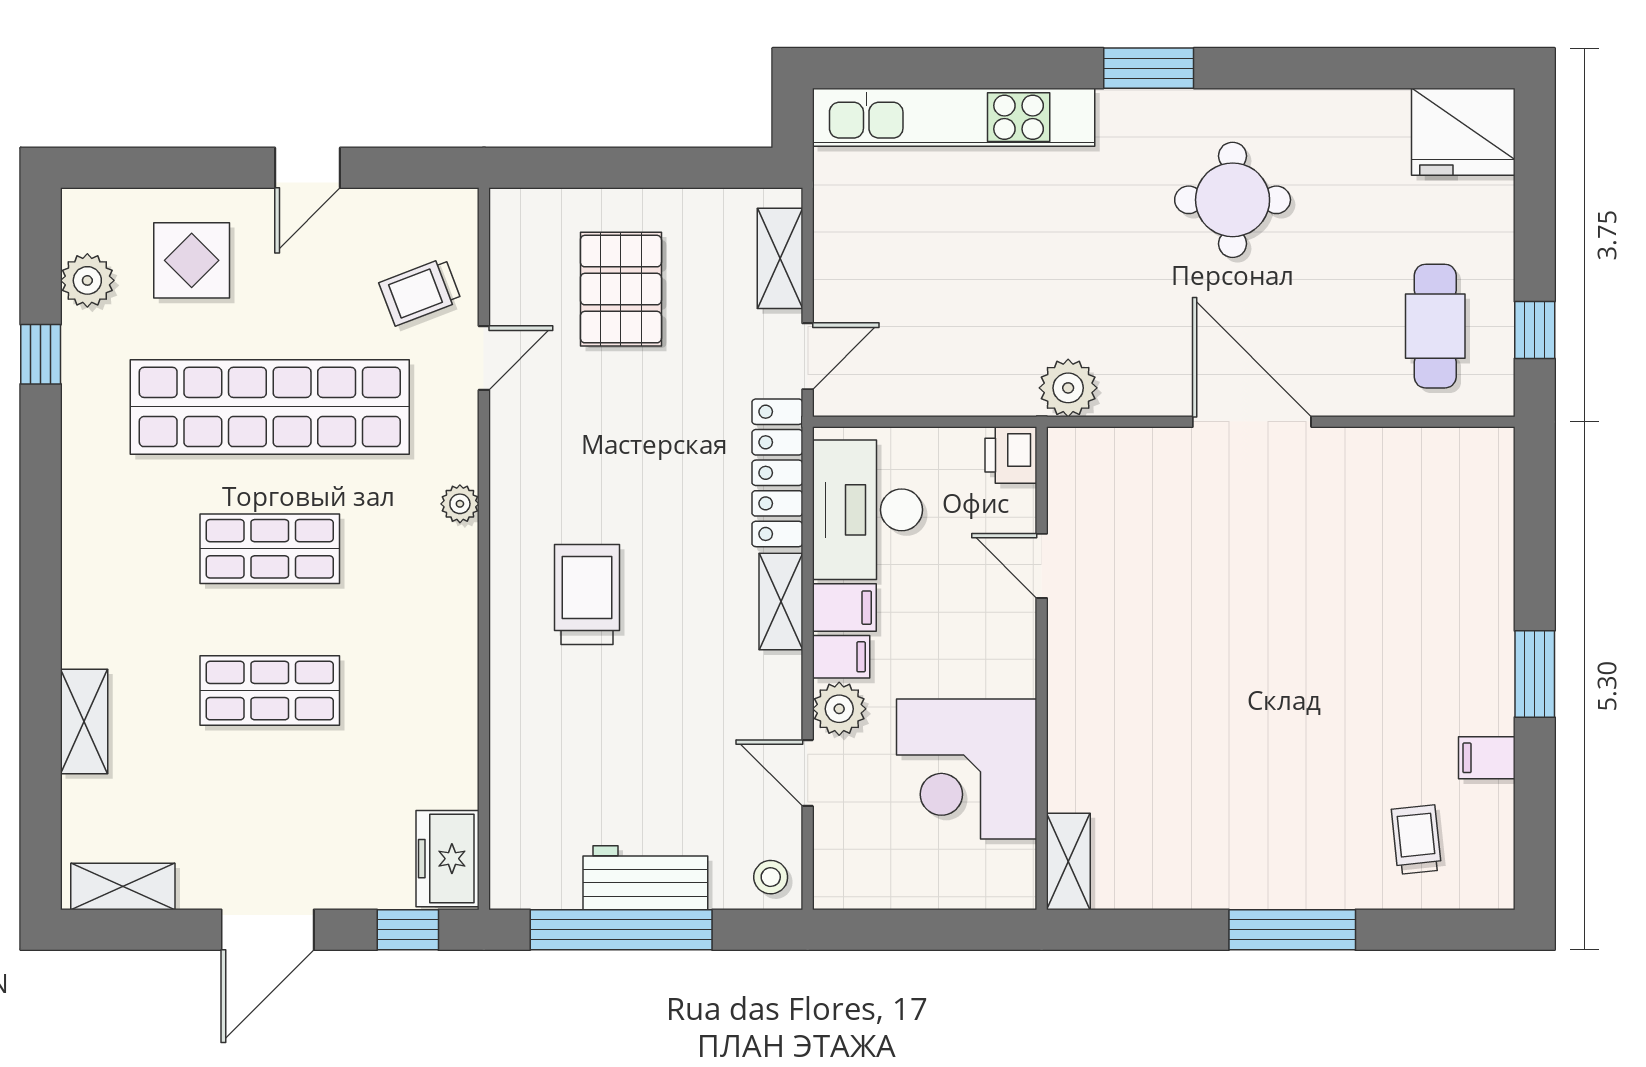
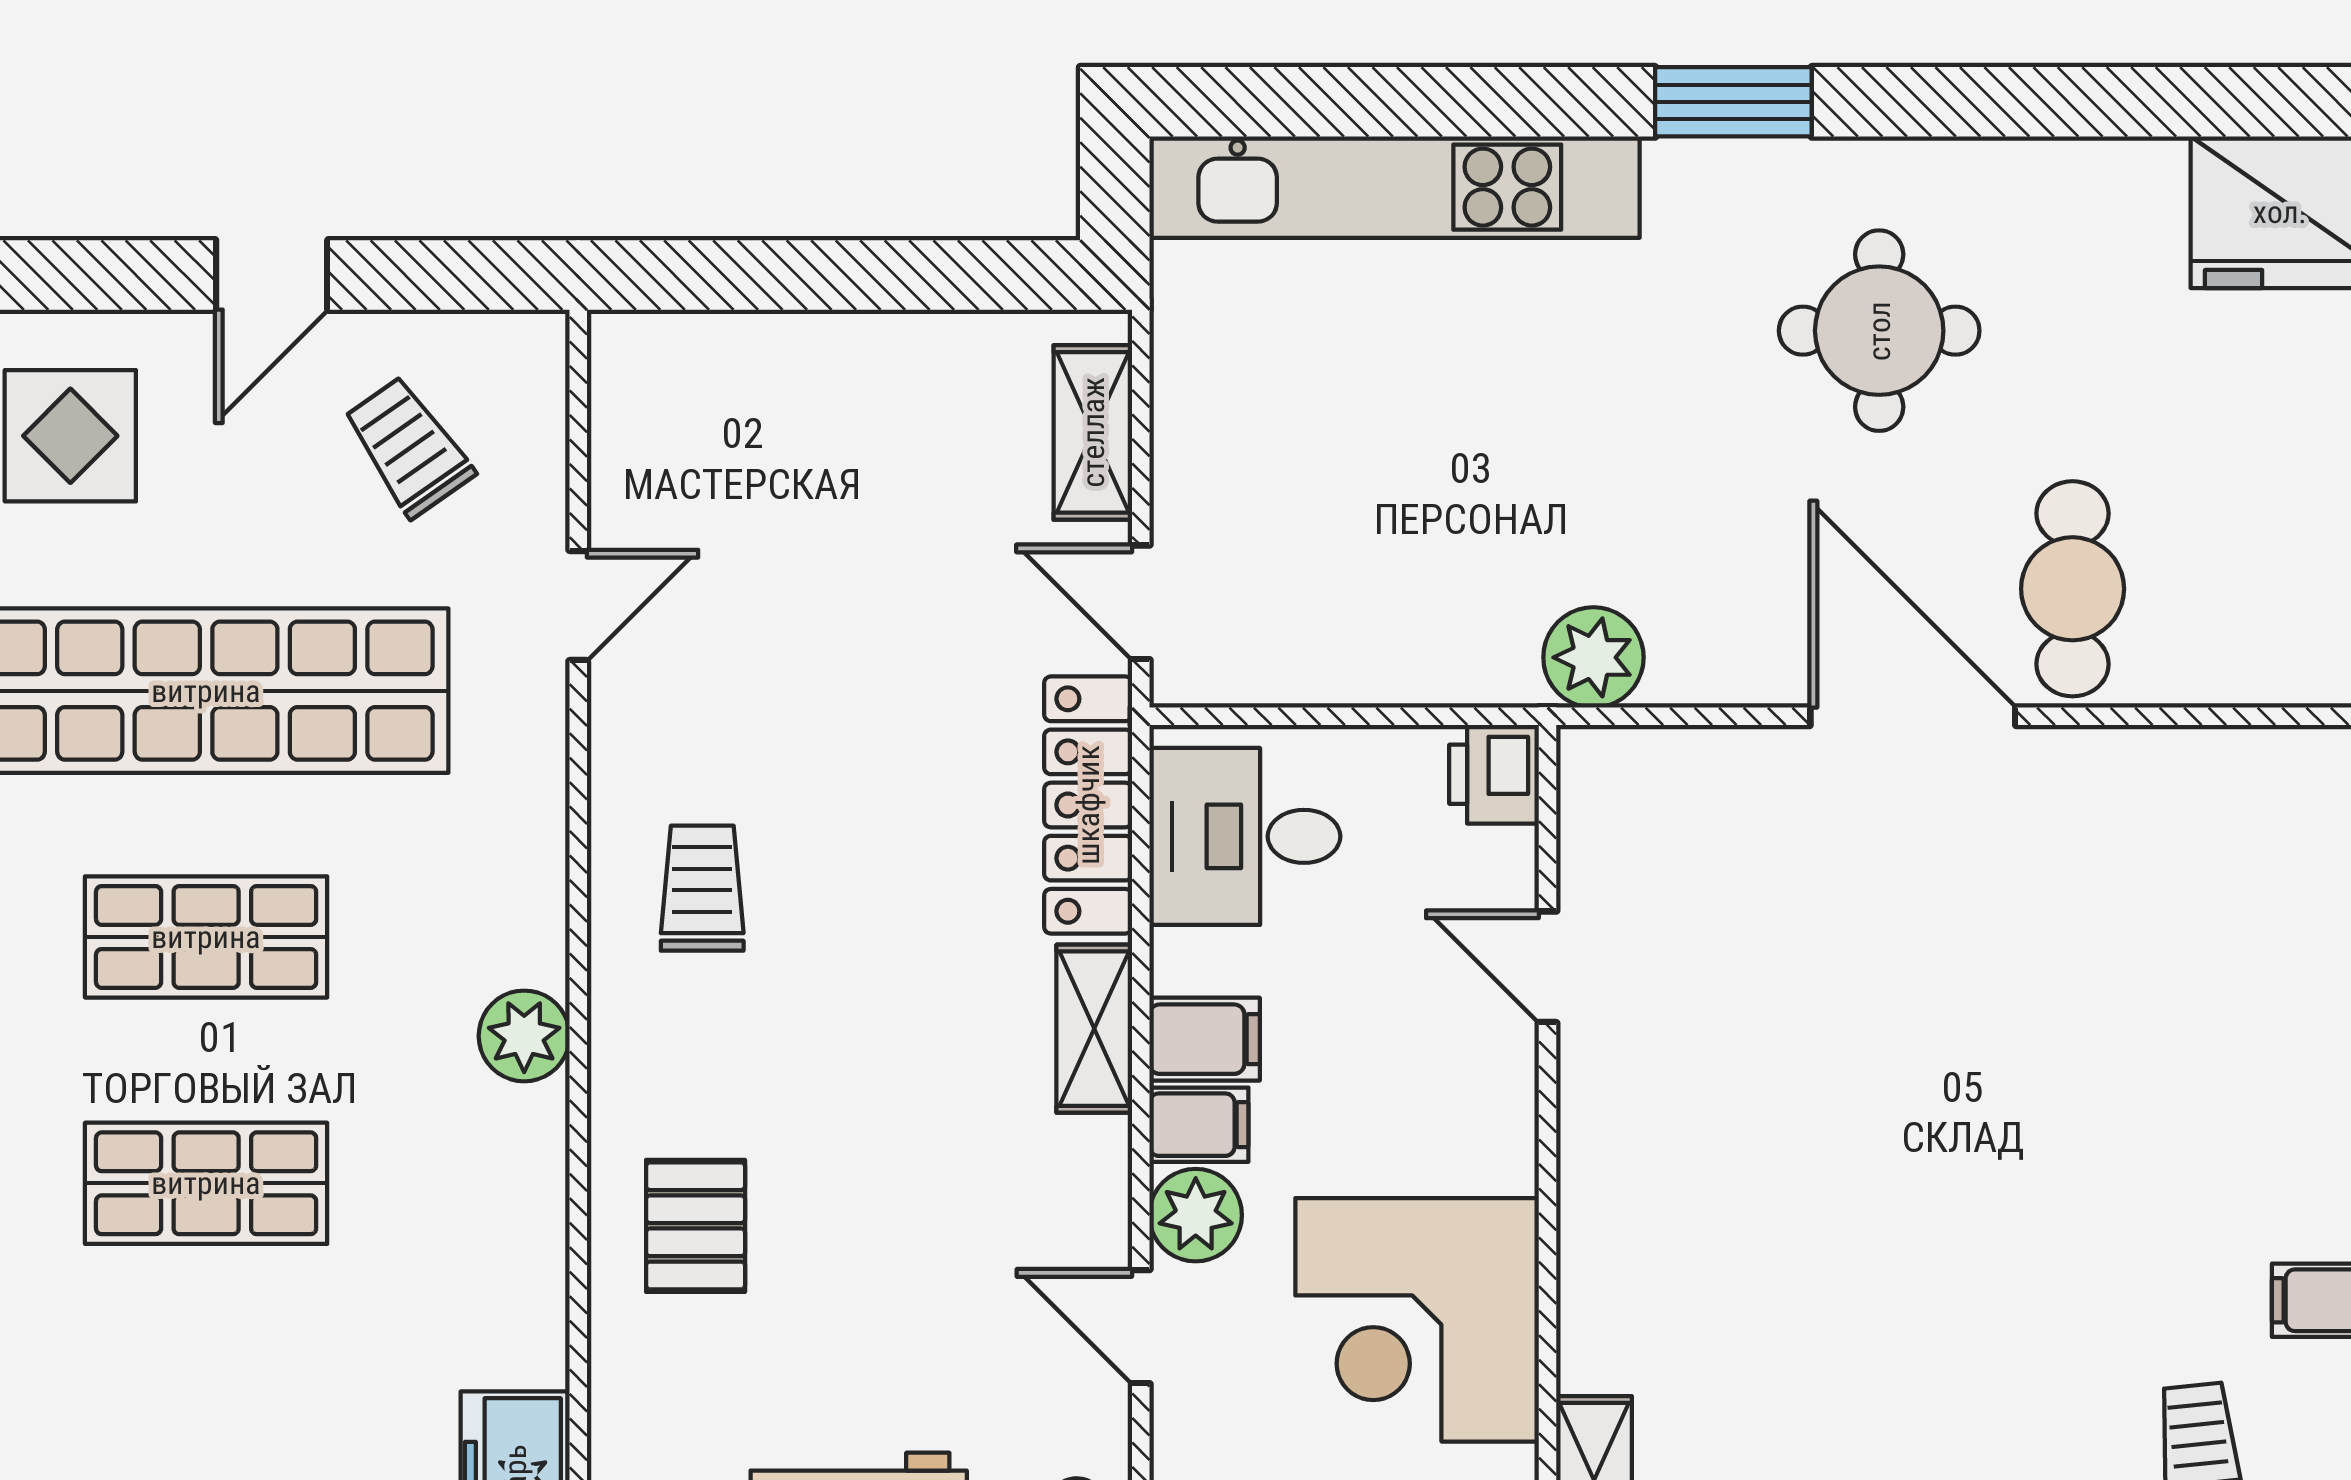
pallet: (621, 289) -> (696, 1226), moved, width x0.67, depth x0.71
trolley: (420, 292) -> (408, 447), moved, turned 76
cafe table: (1435, 326) -> (2073, 589), moved
door: (808, 356) -> (1141, 602), swing flipped
plant: (460, 504) -> (524, 1036), moved, width x1.38, depth x1.38
desk: (868, 510) -> (1245, 836), width x0.73
trolley: (587, 594) -> (702, 888), moved, width x0.73, depth x0.72

